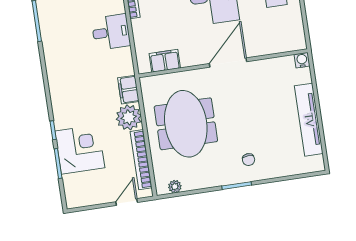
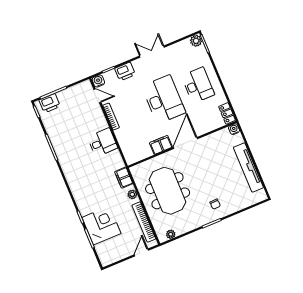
locker: (298, 35) -> (227, 113), added
filing cabinet: (165, 61) -> (161, 145), moved
plant: (129, 117) -> (132, 194), width x0.53, depth x0.53

